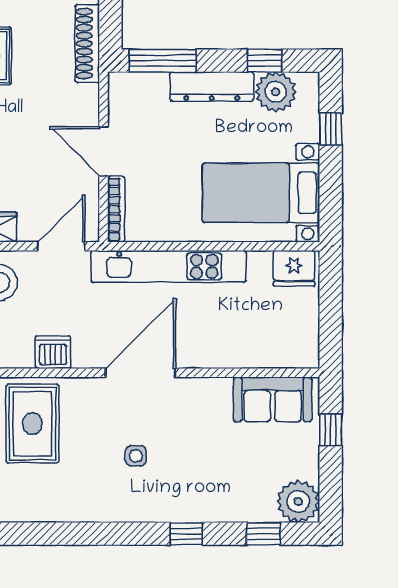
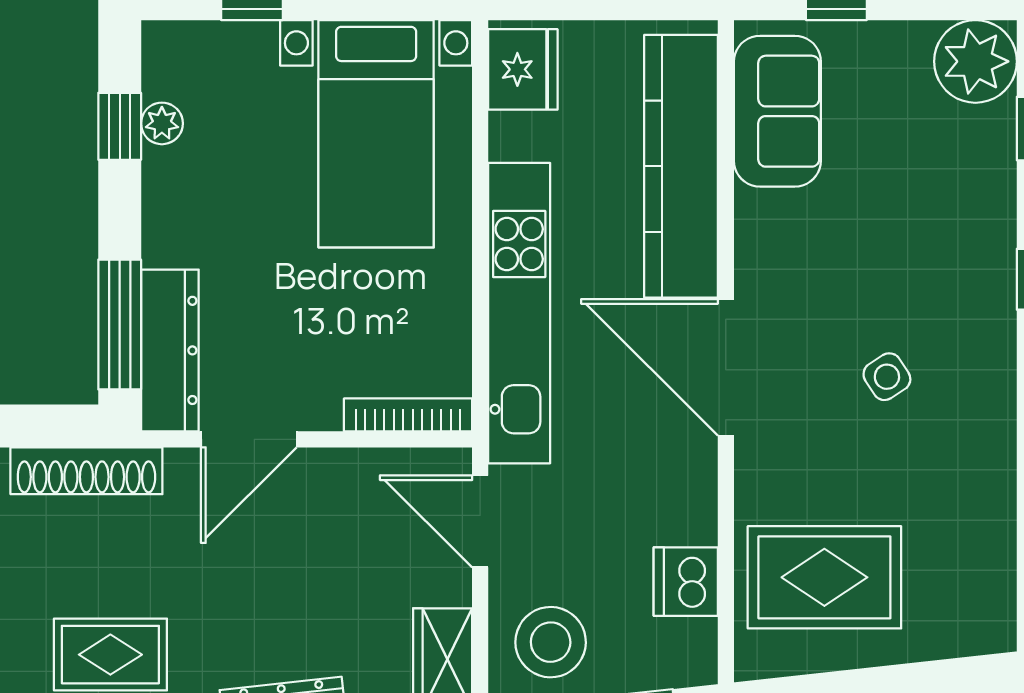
dresser: (212, 87) -> (170, 350), moved
plant: (276, 92) -> (162, 123), width x0.53, depth x0.53
door: (104, 151) -> (249, 439), moved
kitchen counter: (244, 350) -> (681, 166), added
dishwasher: (53, 352) -> (686, 582), moved
side table: (136, 456) -> (887, 377), turned -33

